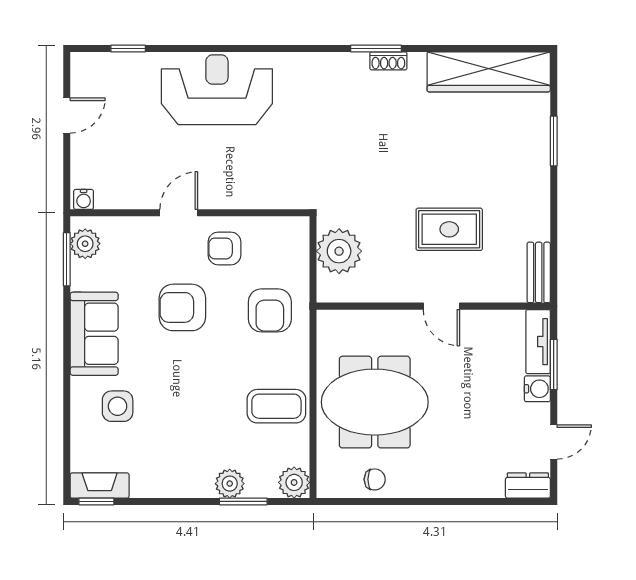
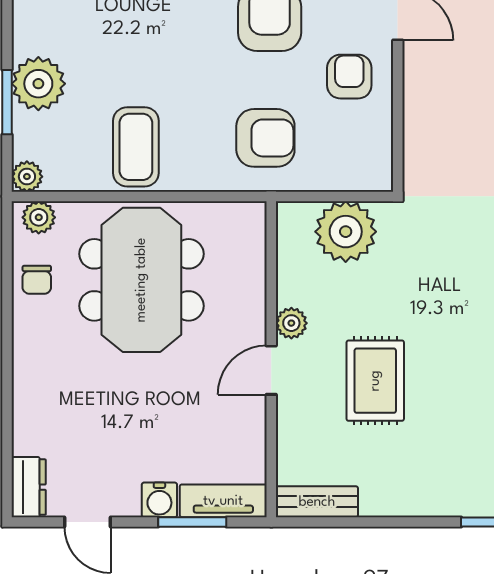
plant: (407, 291) -> (291, 323), added
armchair: (270, 310) -> (265, 138), turned 180
plant: (329, 478) -> (39, 217), added
plant: (294, 482) -> (27, 177), width x0.73, depth x0.73
plant: (230, 484) -> (38, 84), width x1.36, depth x1.36

